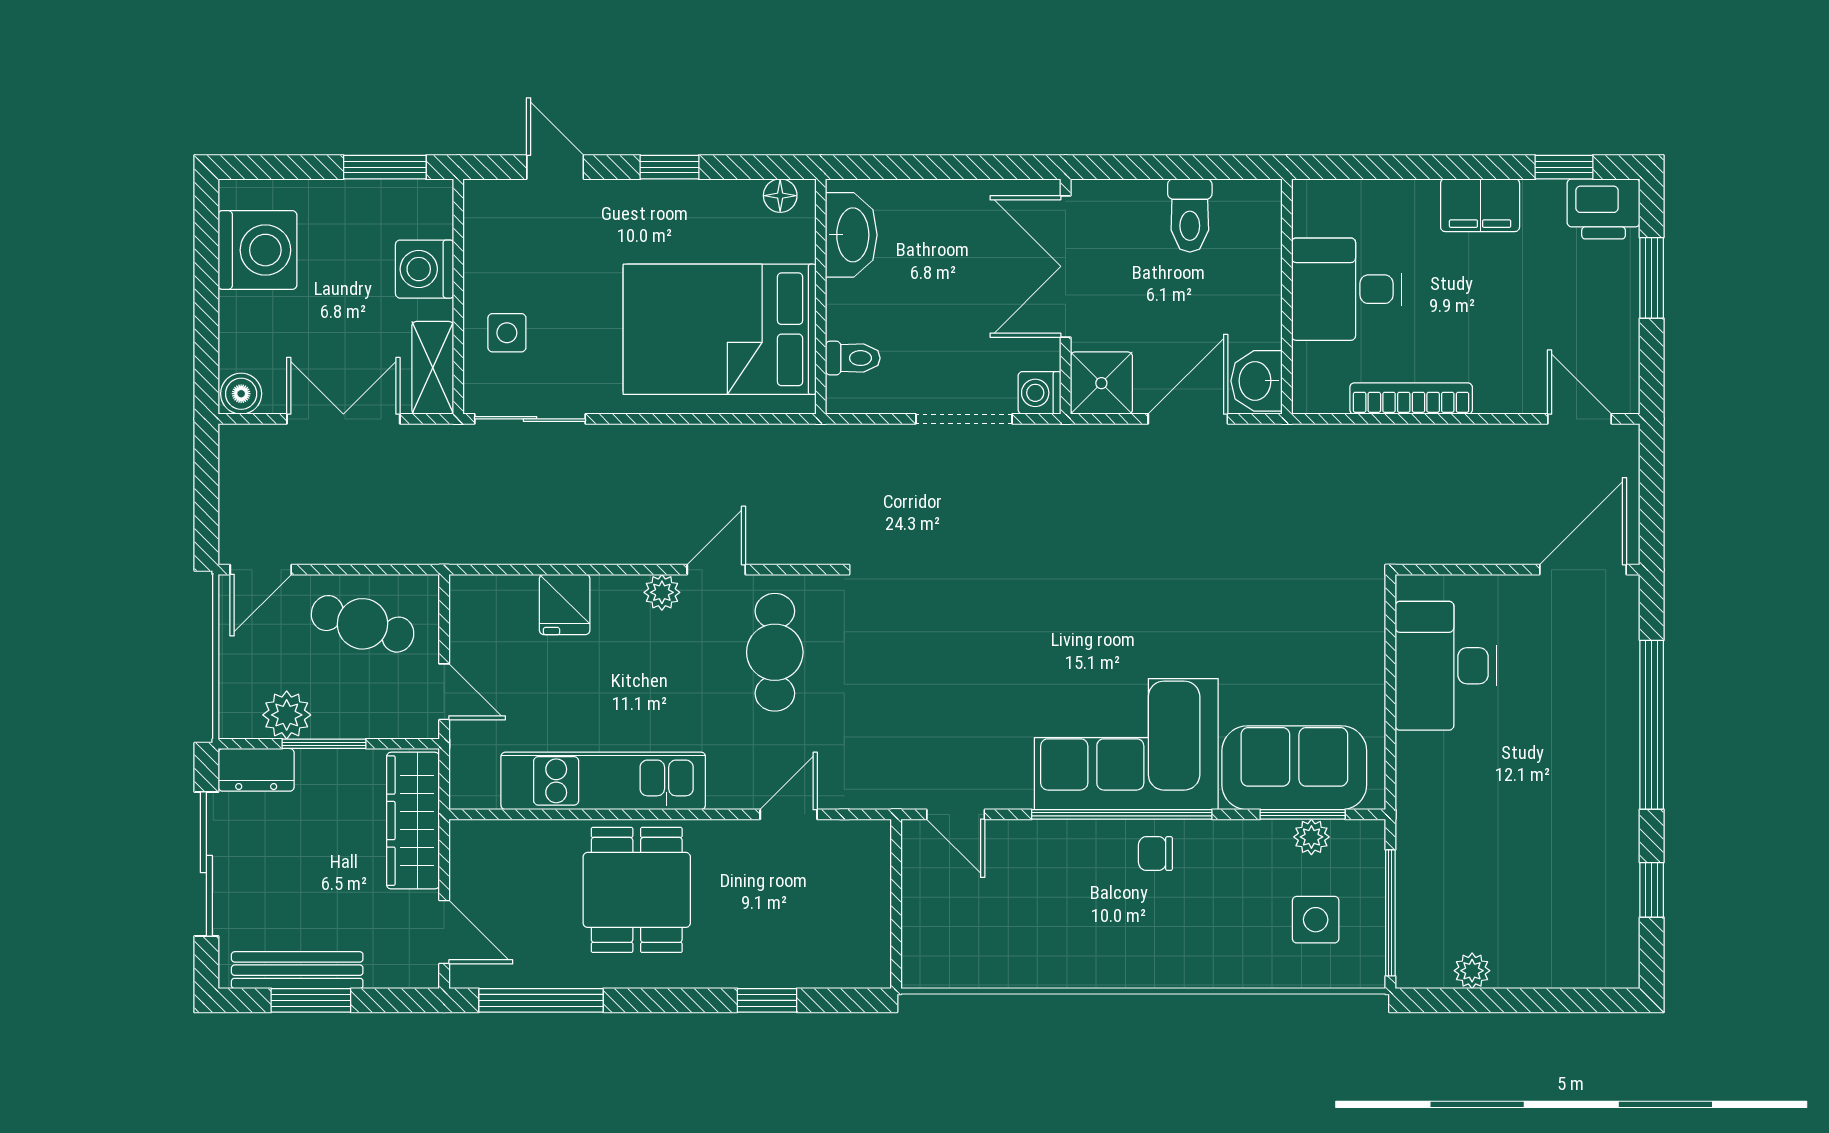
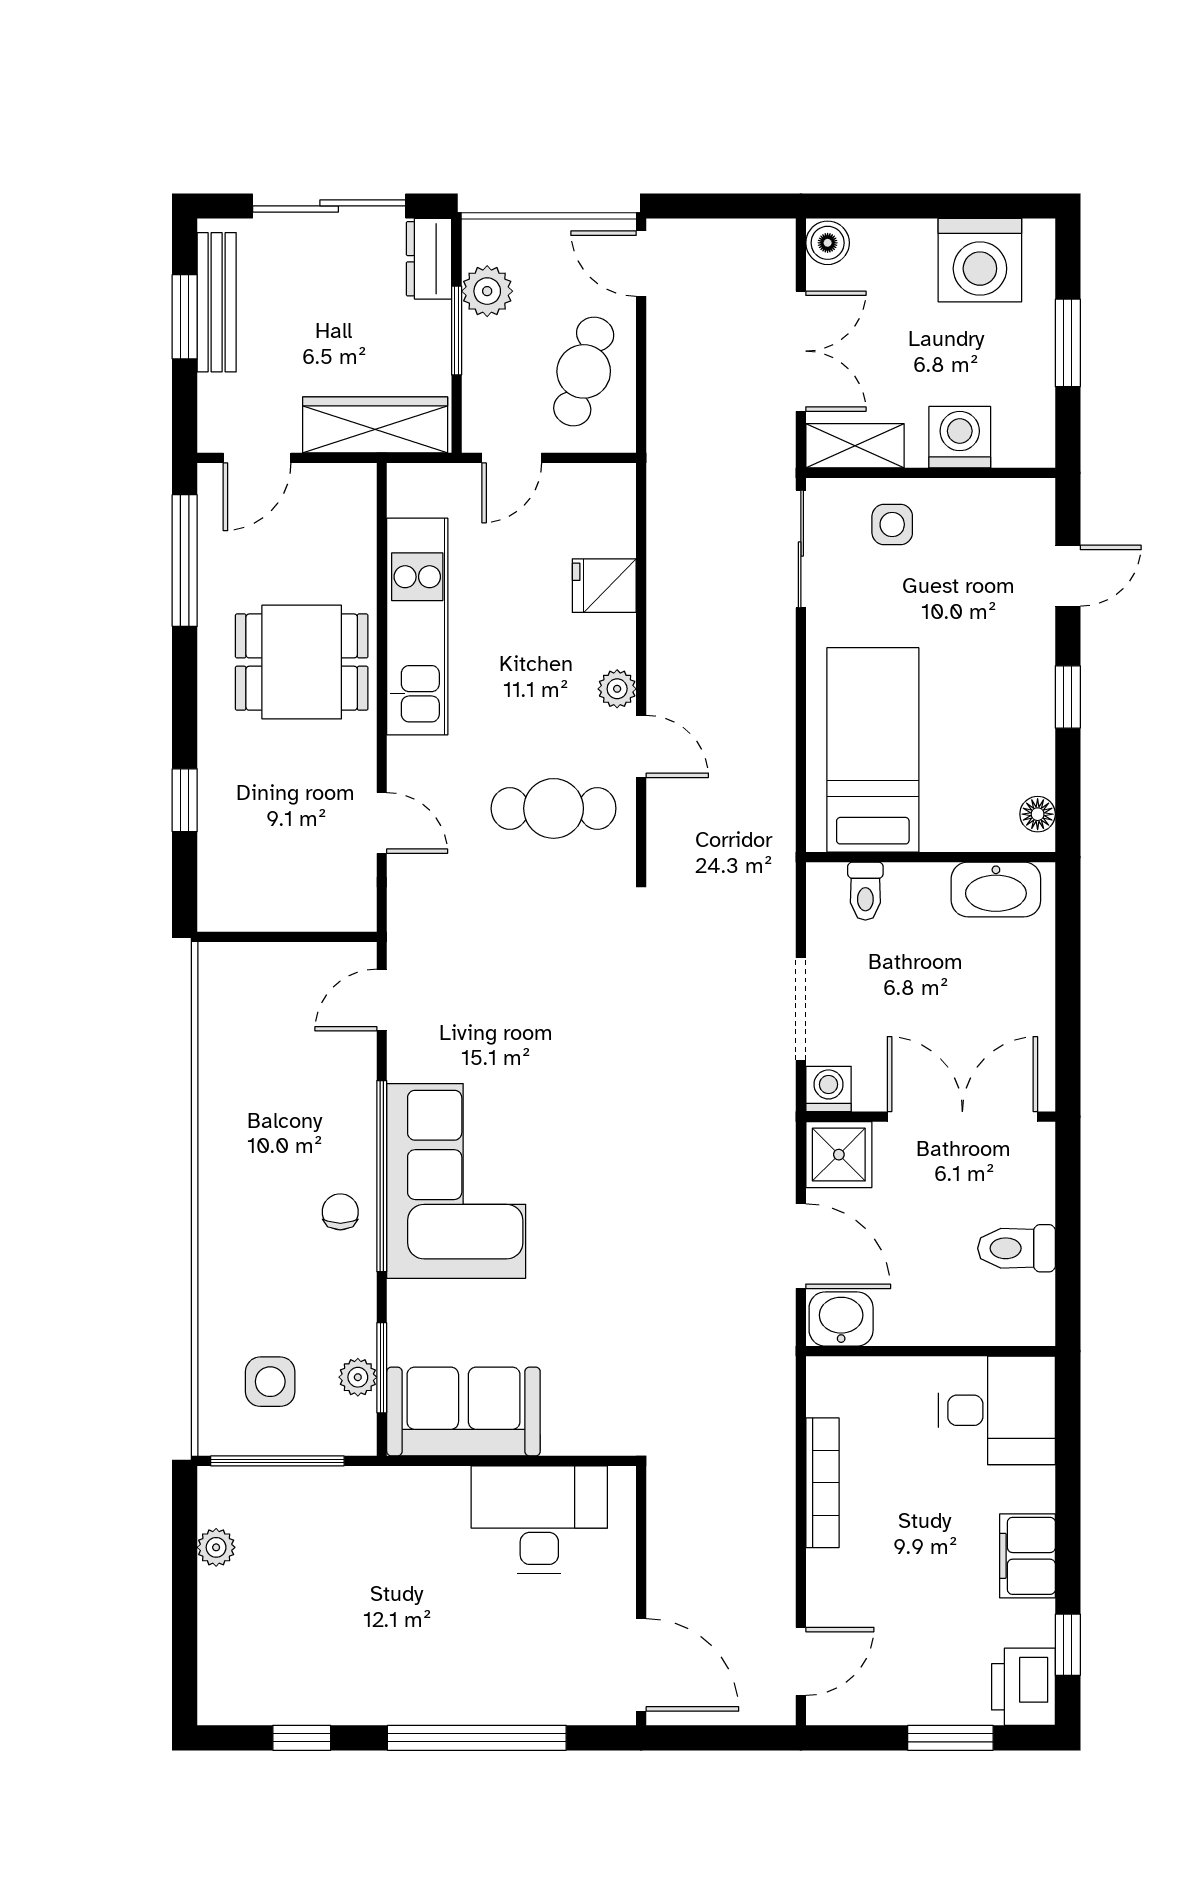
window: (385, 167) -> (1068, 343), moved
desk: (1347, 289) -> (997, 1410), moved, turned 90
bed: (720, 329) -> (873, 750), width x0.67
sofa: (1294, 768) -> (463, 1412), moved, turned -90

